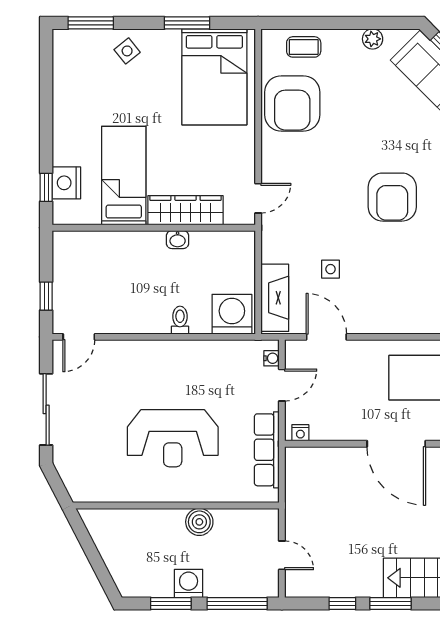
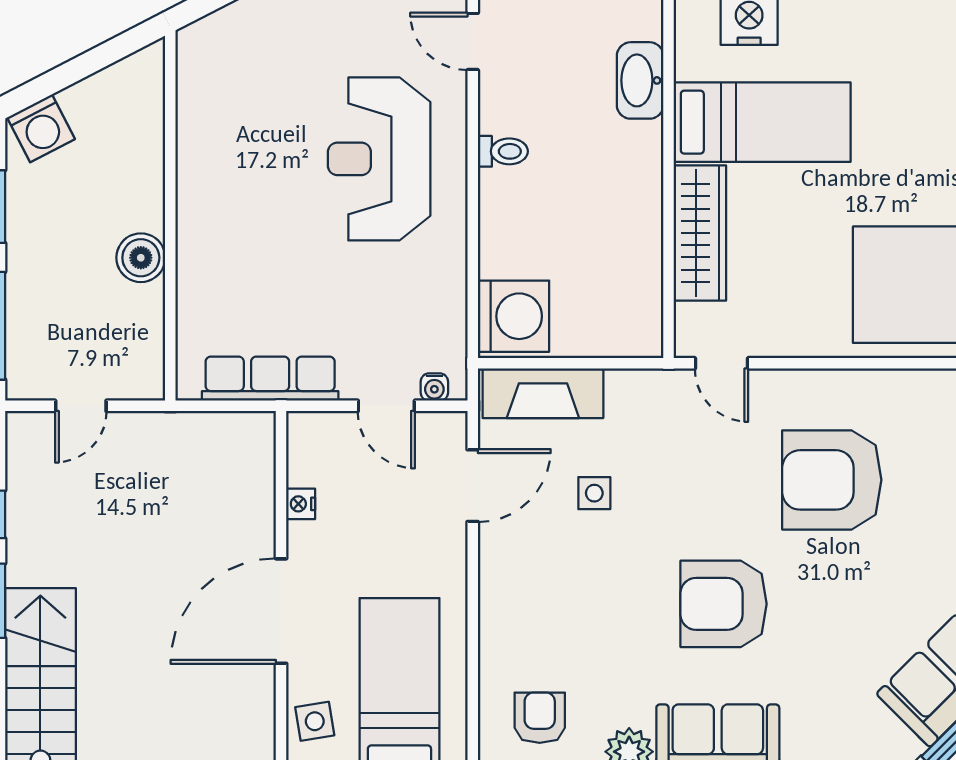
armchair: (292, 103) -> (832, 480), moved
washbasin: (178, 240) -> (640, 80), moved, width x1.91, depth x1.45
toilet: (180, 320) -> (503, 151), moved
nightstand: (300, 433) -> (301, 504), moved
reception desk: (173, 438) -> (379, 159), moved
washing machine: (189, 583) -> (41, 128), moved, turned 63

